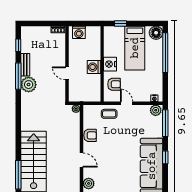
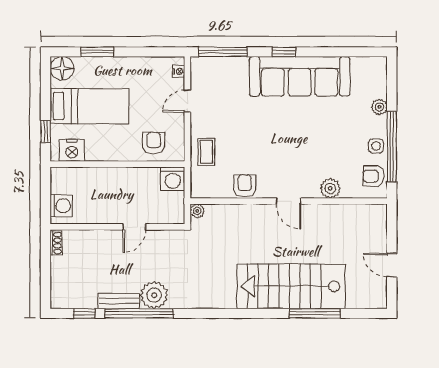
window: (165, 53) -> (97, 52), width x0.47
nightstand: (110, 64) -> (72, 150), moved
washing machine: (94, 67) -> (173, 179), moved
window: (18, 76) -> (139, 313), width x1.46
door: (127, 103) -> (187, 101), moved
plant: (156, 110) -> (200, 69), removed
door: (81, 160) -> (288, 201), swing flipped

